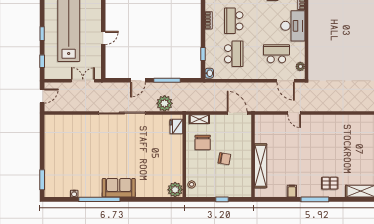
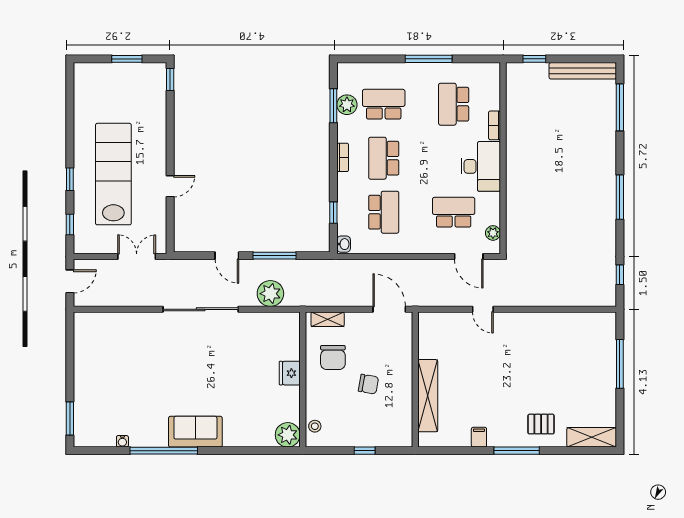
door: (138, 80) -> (227, 256), hinge flipped
fridge: (176, 127) -> (290, 373), moved

